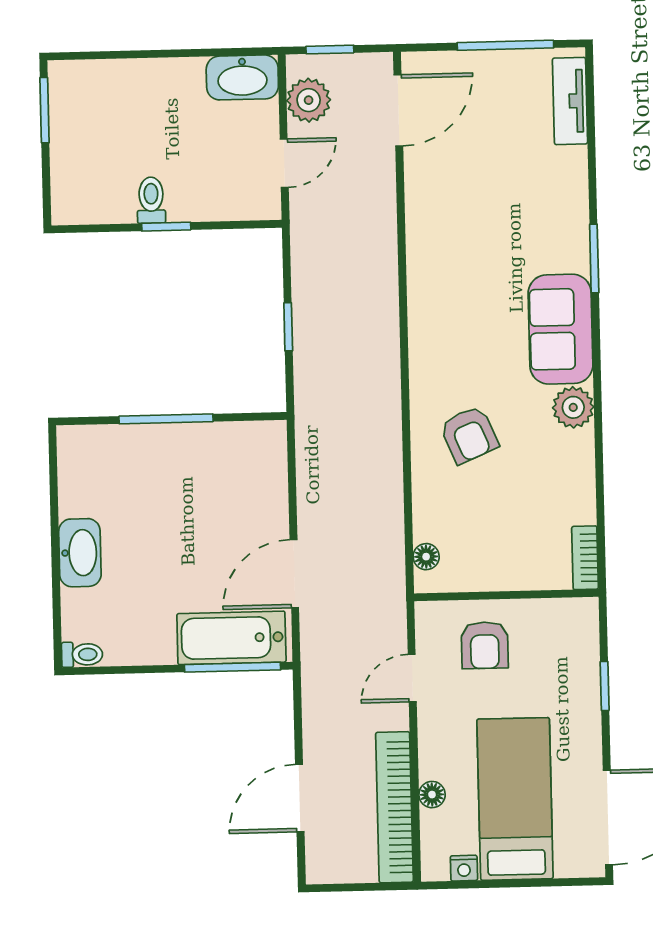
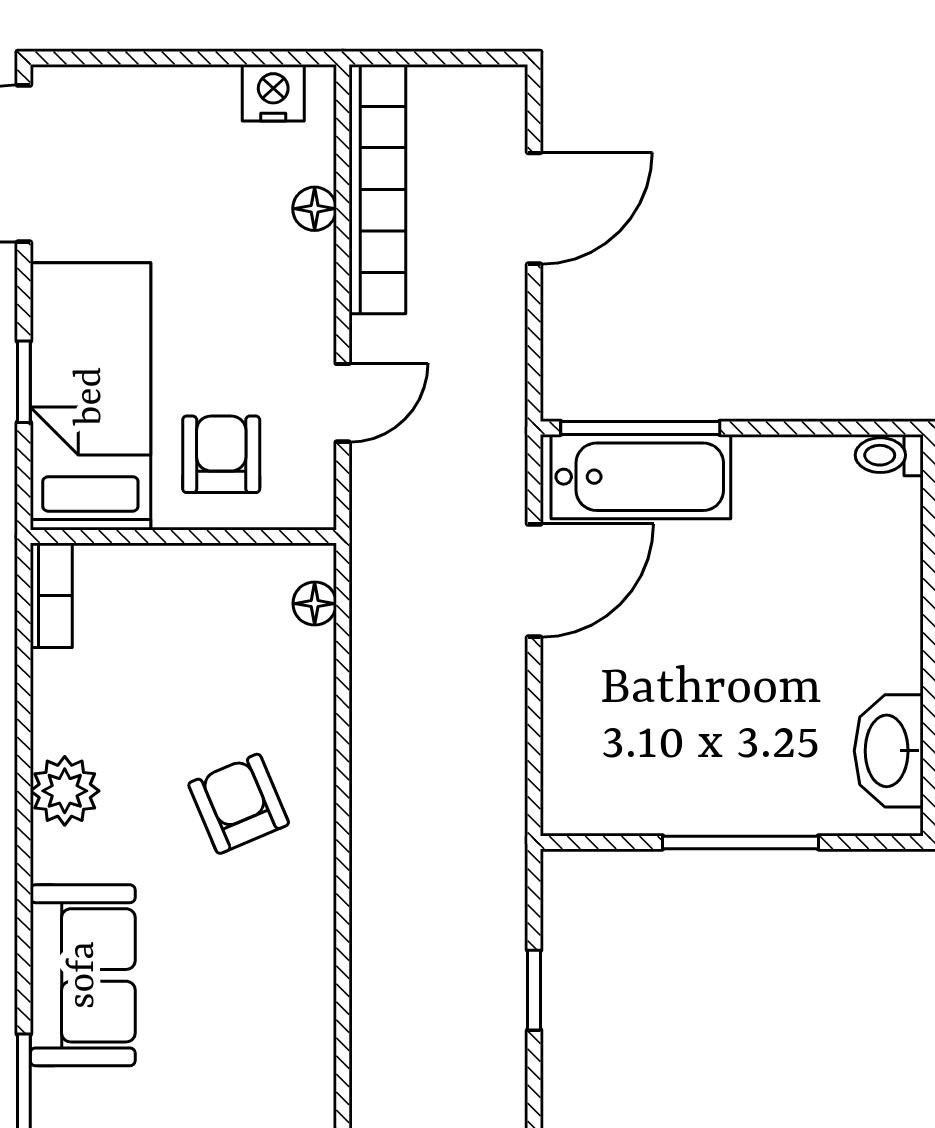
plant: (573, 407) -> (65, 791), moved
washbasin: (80, 553) -> (889, 751), moved
bed: (515, 799) -> (90, 396), moved, turned 180
nightstand: (464, 868) -> (273, 93), width x1.39, depth x1.35

